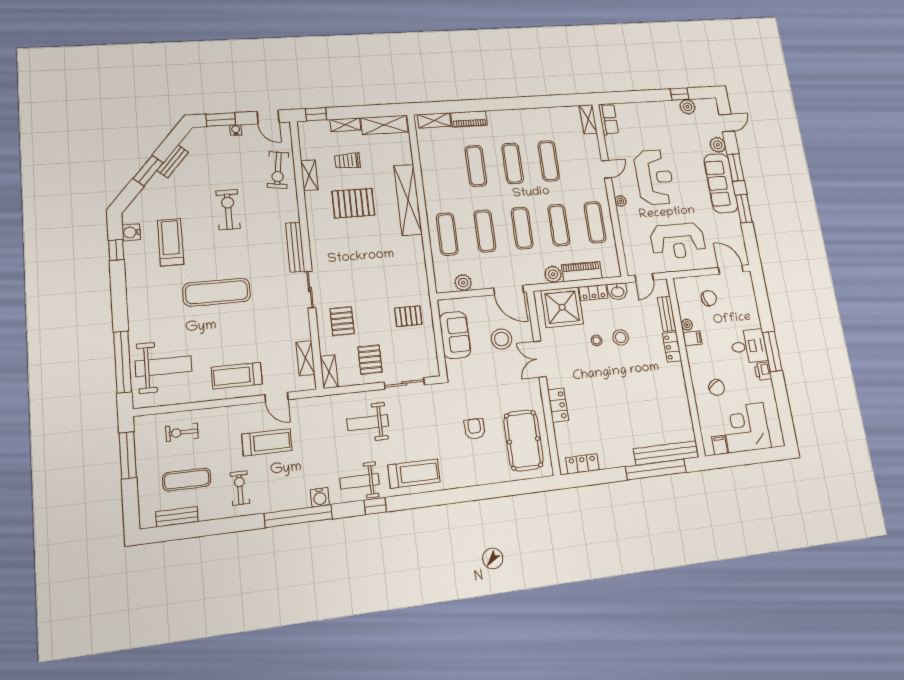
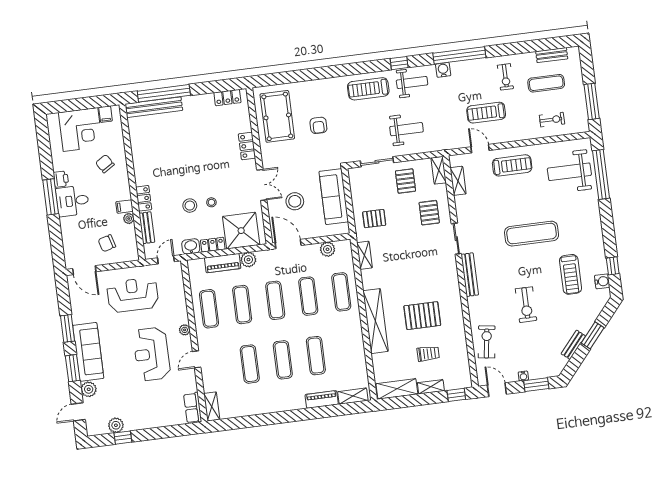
shelving: (309, 175) -> (365, 255), moved
sofa: (455, 335) -> (334, 197), width x1.36

